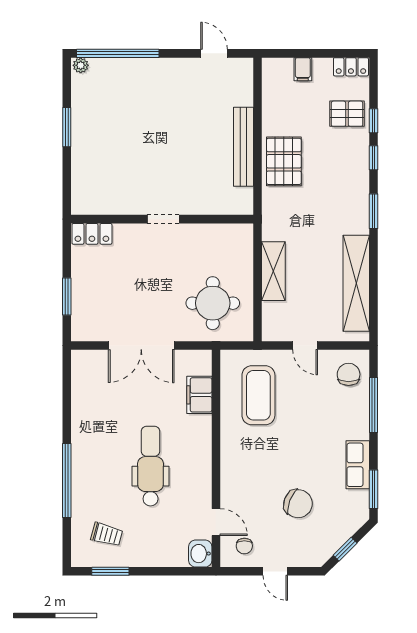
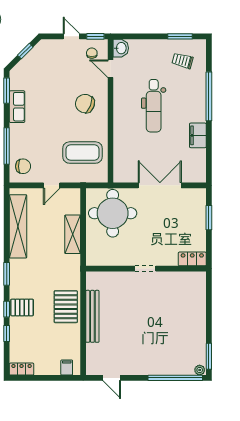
filing cabinet: (303, 69) -> (67, 367), moved
pallet: (347, 114) -> (22, 307), moved
window: (67, 127) -> (209, 356), moved
round table: (213, 303) -> (113, 213), width x1.36, depth x1.36
door: (305, 346) -> (52, 185), swing flipped
chair: (349, 374) -> (23, 166), turned -90
filing cabinet: (199, 395) -> (198, 135), moved, turned 180
coffee table: (258, 395) -> (83, 153), turned 90
chair: (298, 504) -> (85, 104), moved
window: (239, 571) -> (95, 36), added

